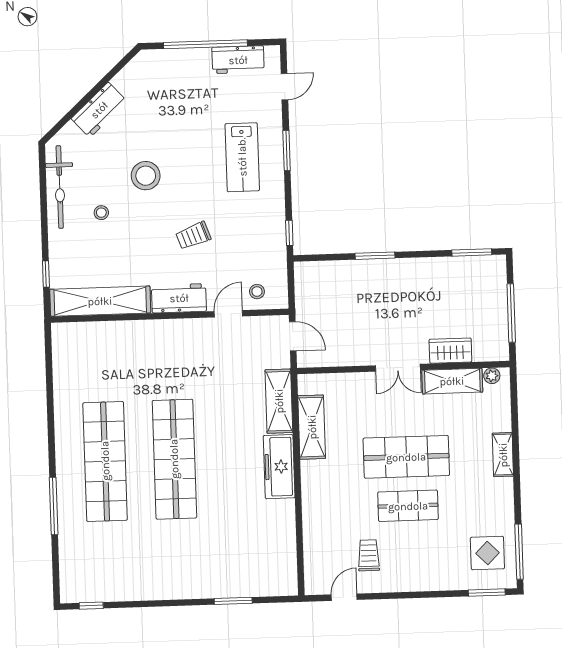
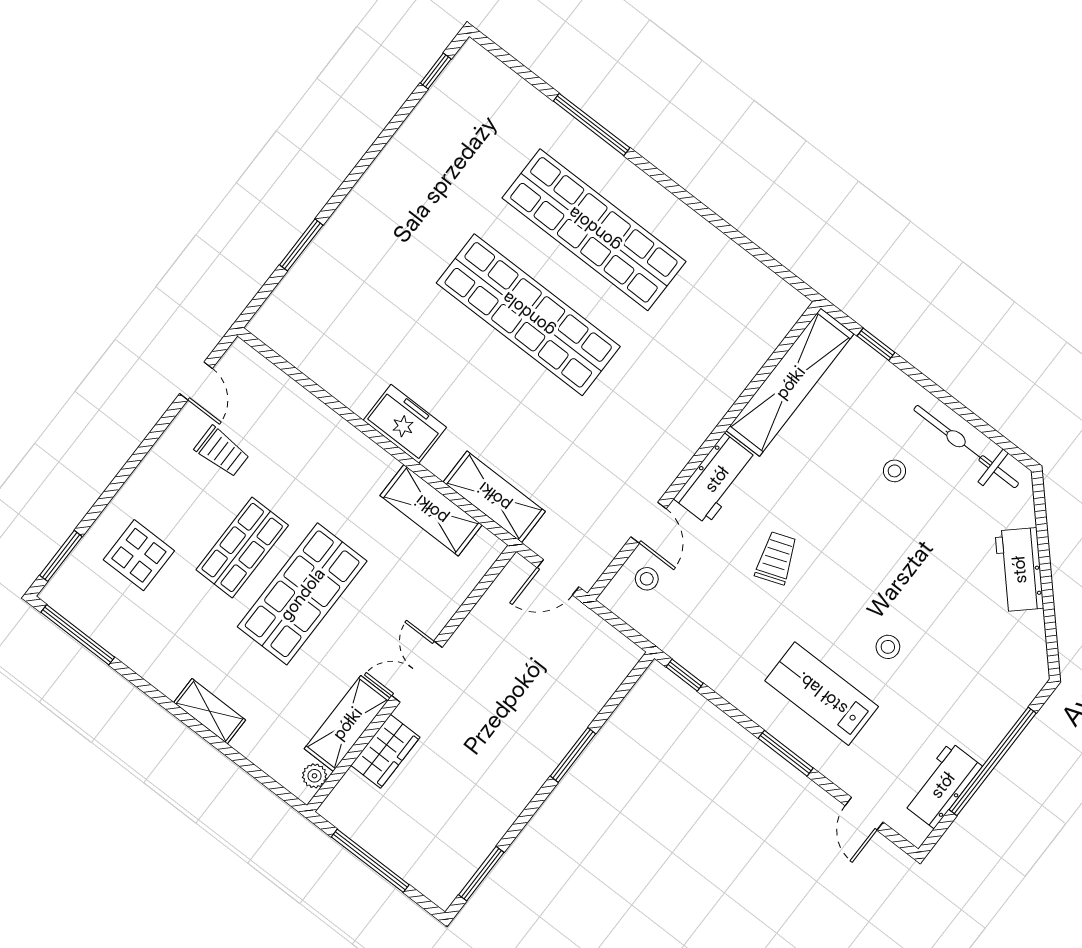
stool: (146, 176) -> (888, 647), moved, width x0.53, depth x0.53
freezer: (279, 467) -> (405, 424), width x0.71
display table: (487, 553) -> (139, 555), moved

